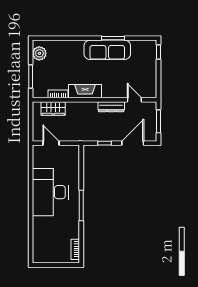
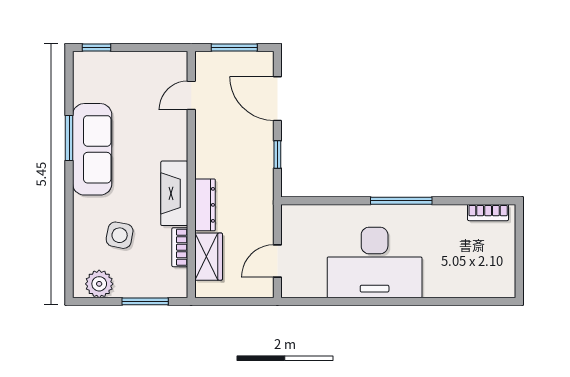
side table: (64, 64) -> (120, 235), added
dresser: (111, 107) -> (205, 205), moved

